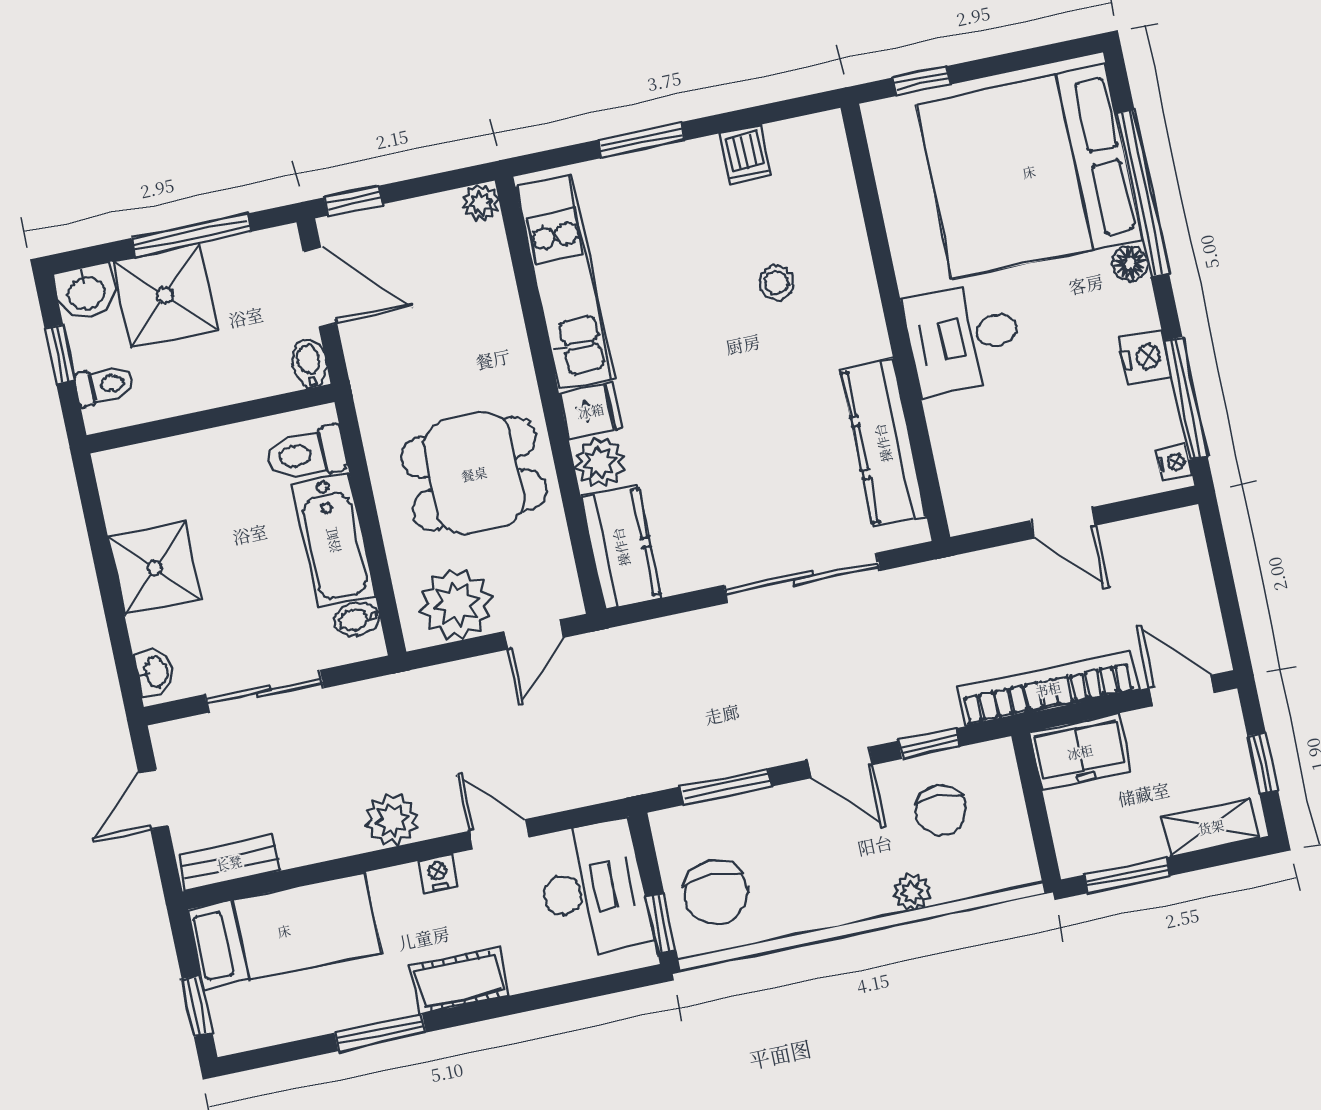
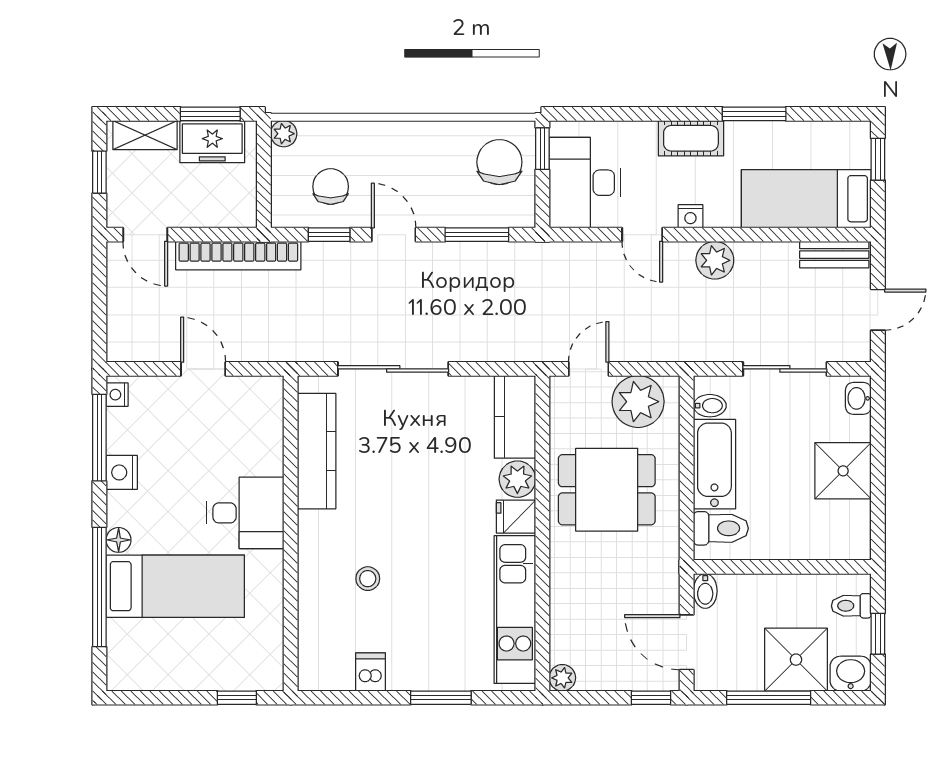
bed: (1029, 172) -> (175, 586), width x0.49
freezer: (1080, 752) -> (212, 142), moved, turned 180
plant: (912, 892) -> (284, 134), moved

